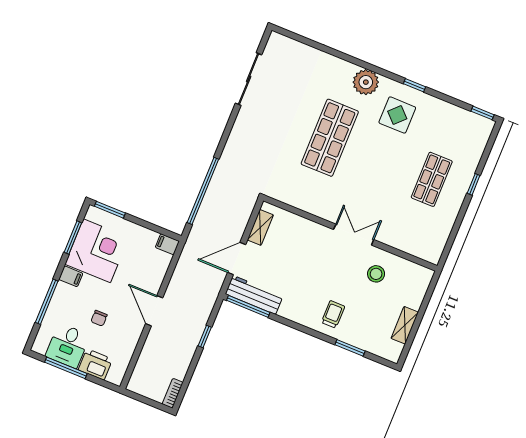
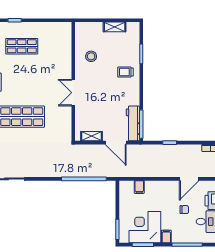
double door: (354, 235) -> (73, 93), moved
filing cabinet: (167, 244) -> (139, 187), moved
door: (154, 311) -> (189, 179), moved

